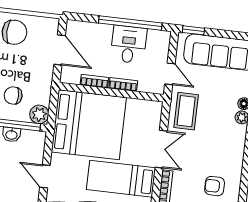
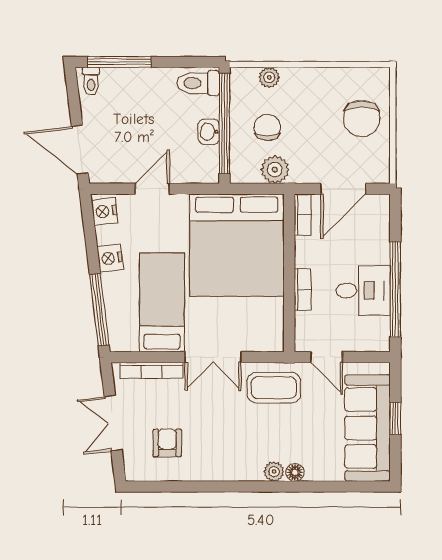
window: (193, 30) -> (395, 418), moved
door: (170, 74) -> (327, 357), hinge flipped
bookcase: (94, 81) -> (303, 215), moved
plant: (39, 114) -> (275, 170), moved

